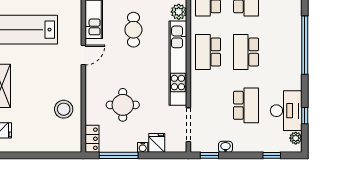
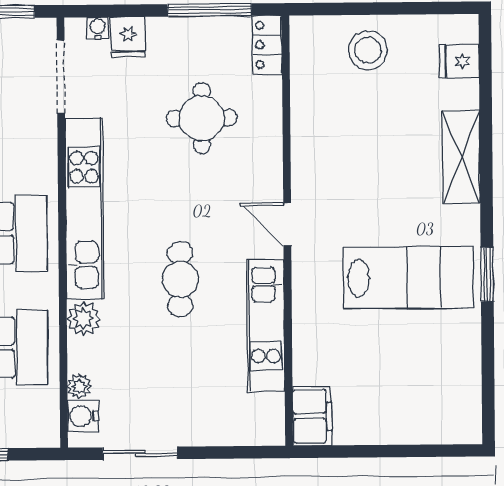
door: (83, 55) -> (287, 224), hinge flipped
stool: (64, 109) -> (368, 50), moved
water cooler: (143, 147) -> (98, 28), moved

